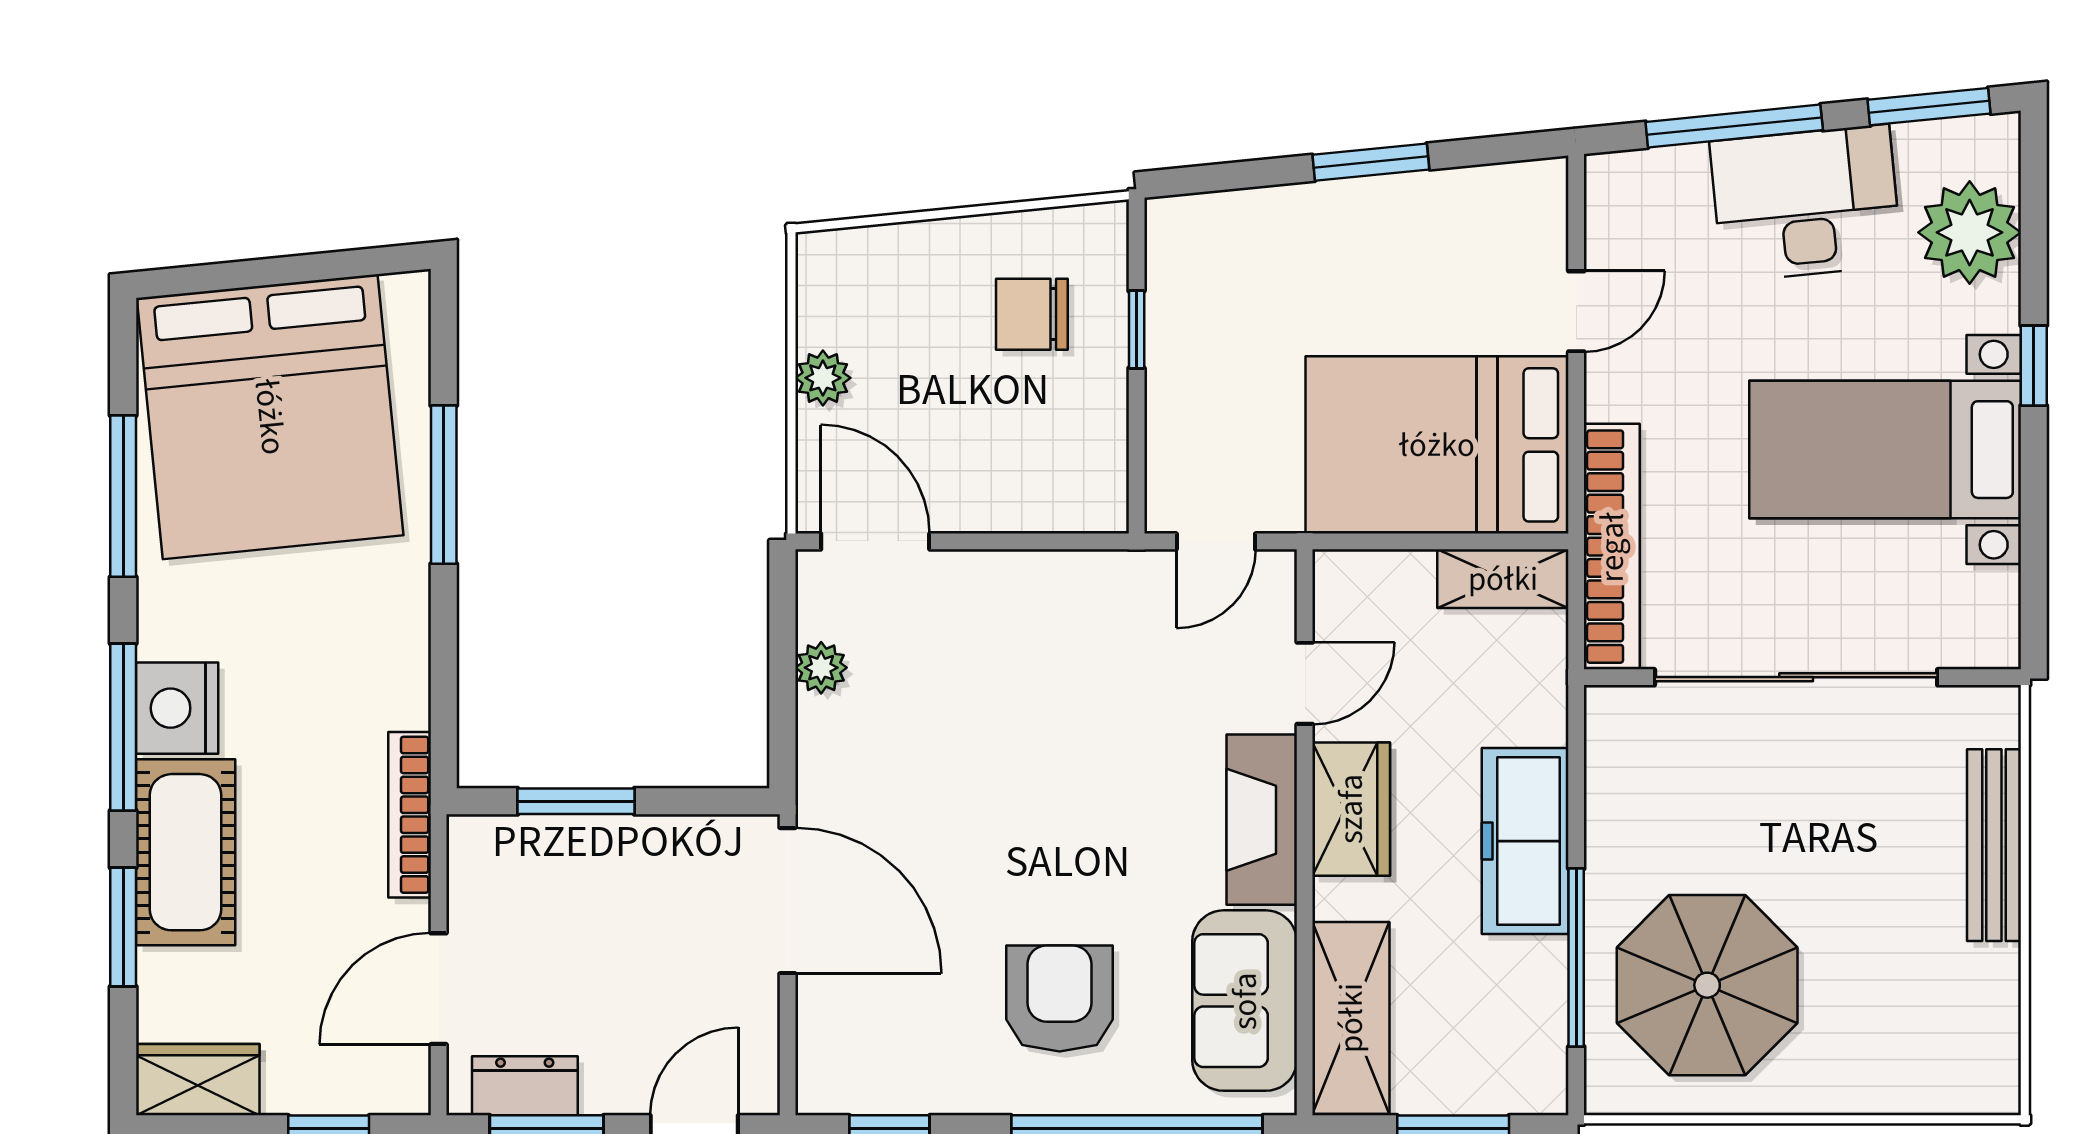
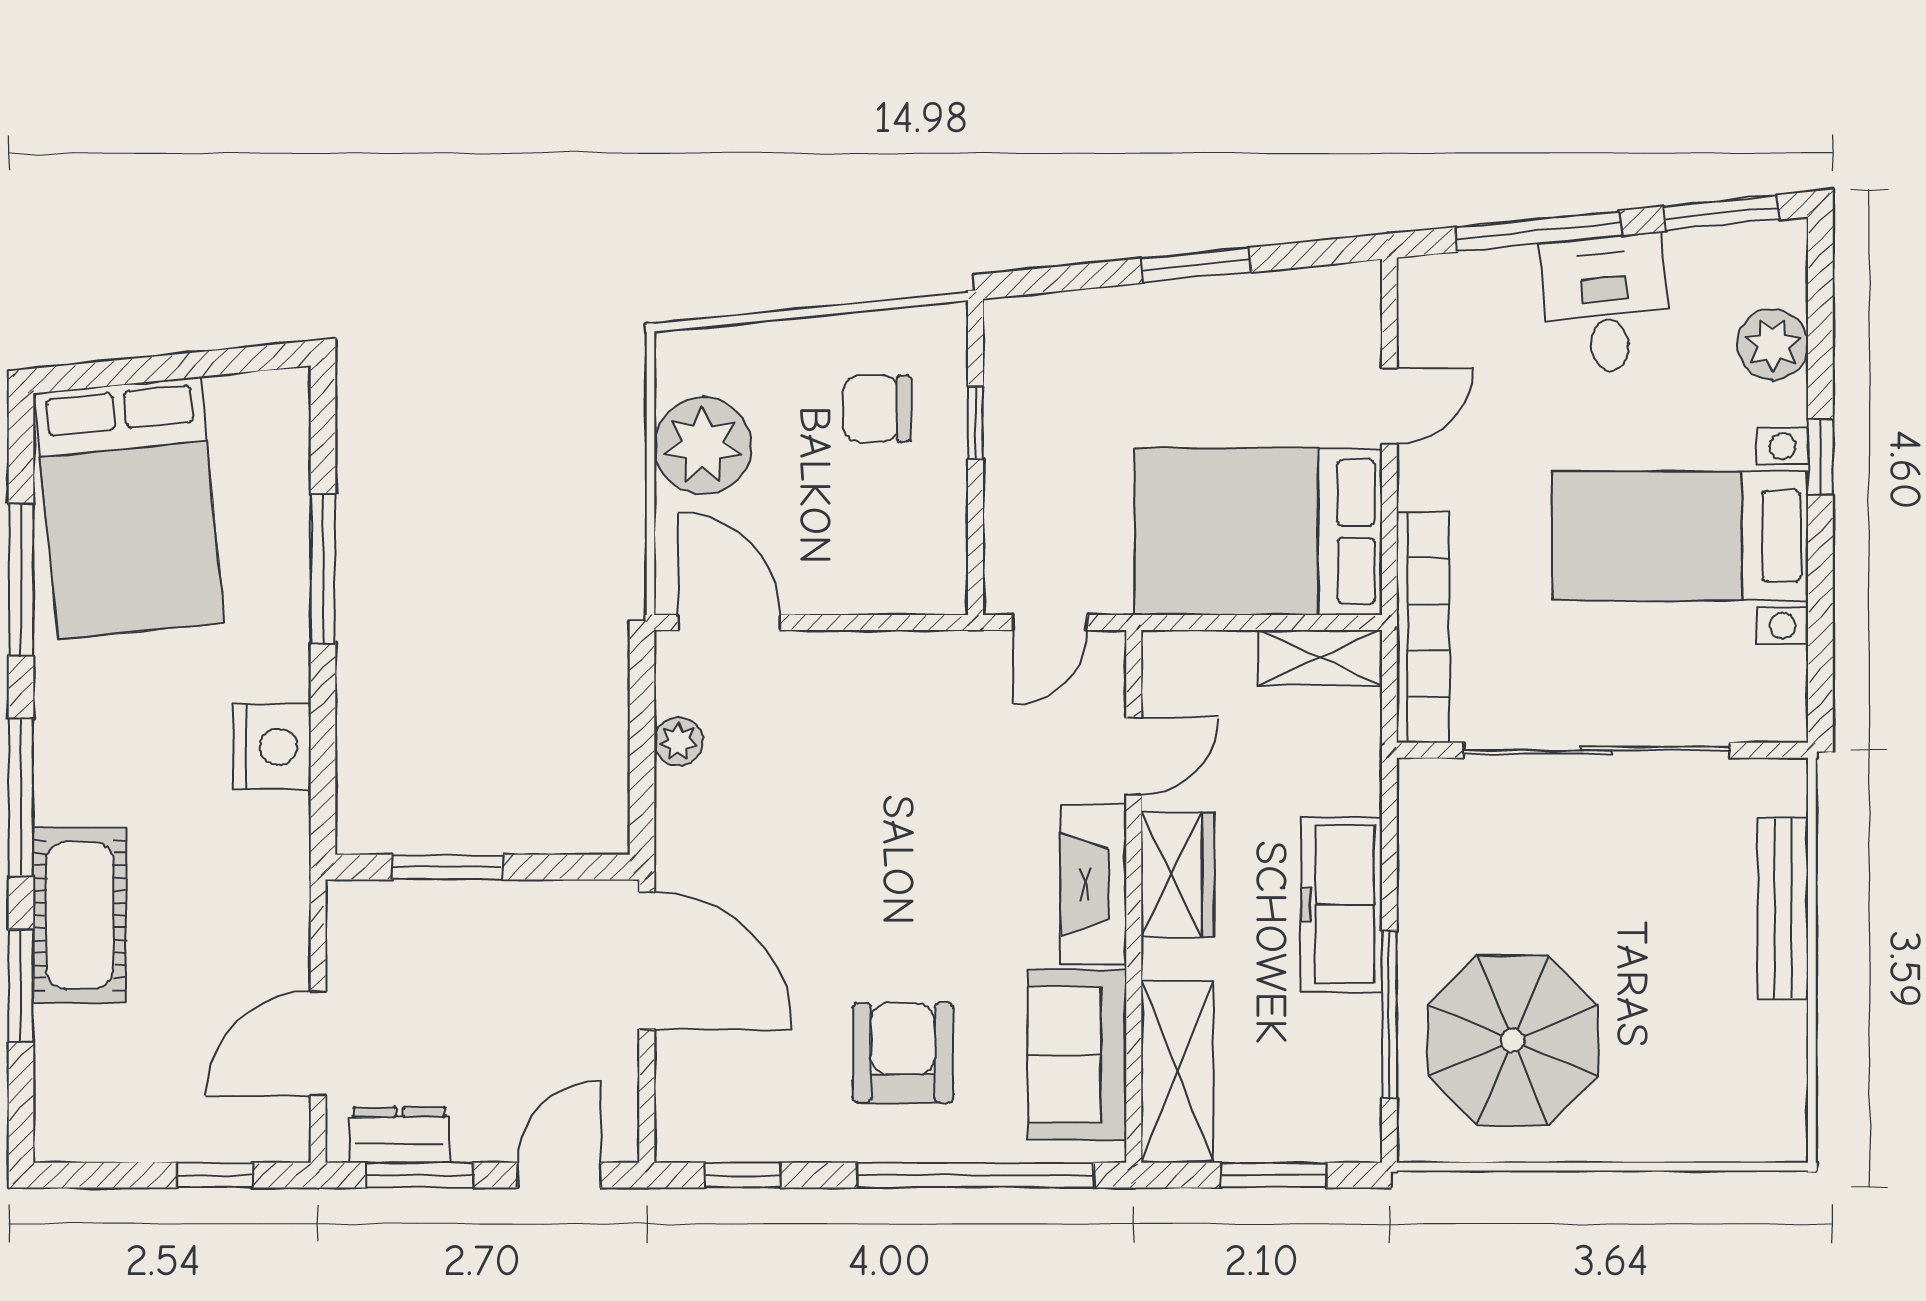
desk: (1806, 203) -> (1606, 304), width x0.73
plant: (1970, 232) -> (1773, 344), width x0.73, depth x0.73
plant: (823, 378) -> (703, 446), width x1.87, depth x1.87
bed: (270, 417) -> (129, 508), width x0.73
nightstand: (177, 708) -> (272, 747), moved, turned 180
bookcase: (410, 815) -> (291, 880), removed
wardrobe: (198, 1080) -> (91, 1129), removed

